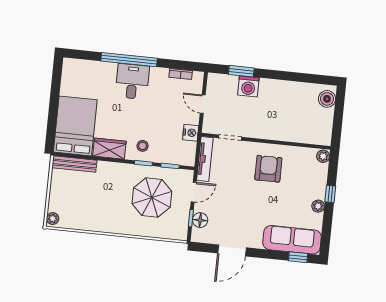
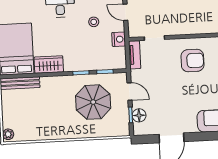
stool: (143, 146) -> (94, 22), moved
tv unit: (205, 159) -> (135, 55), width x0.71
armchair: (268, 169) -> (192, 61), turned 90
door: (194, 192) -> (129, 91), hinge flipped

